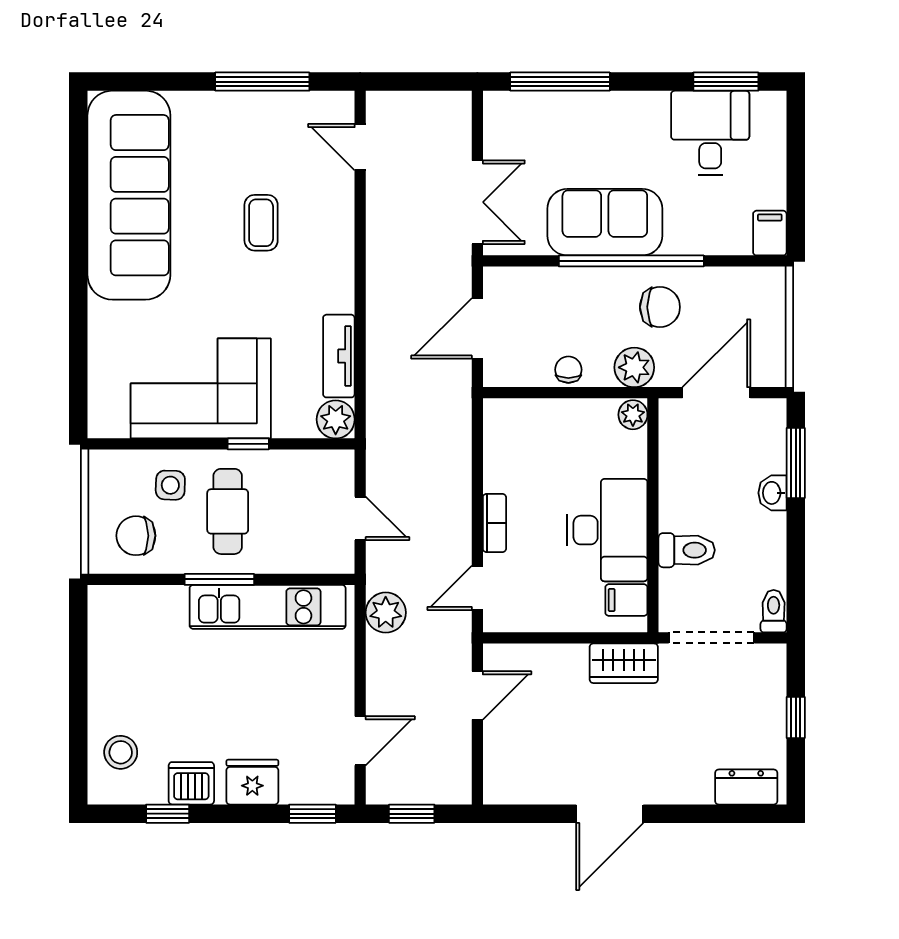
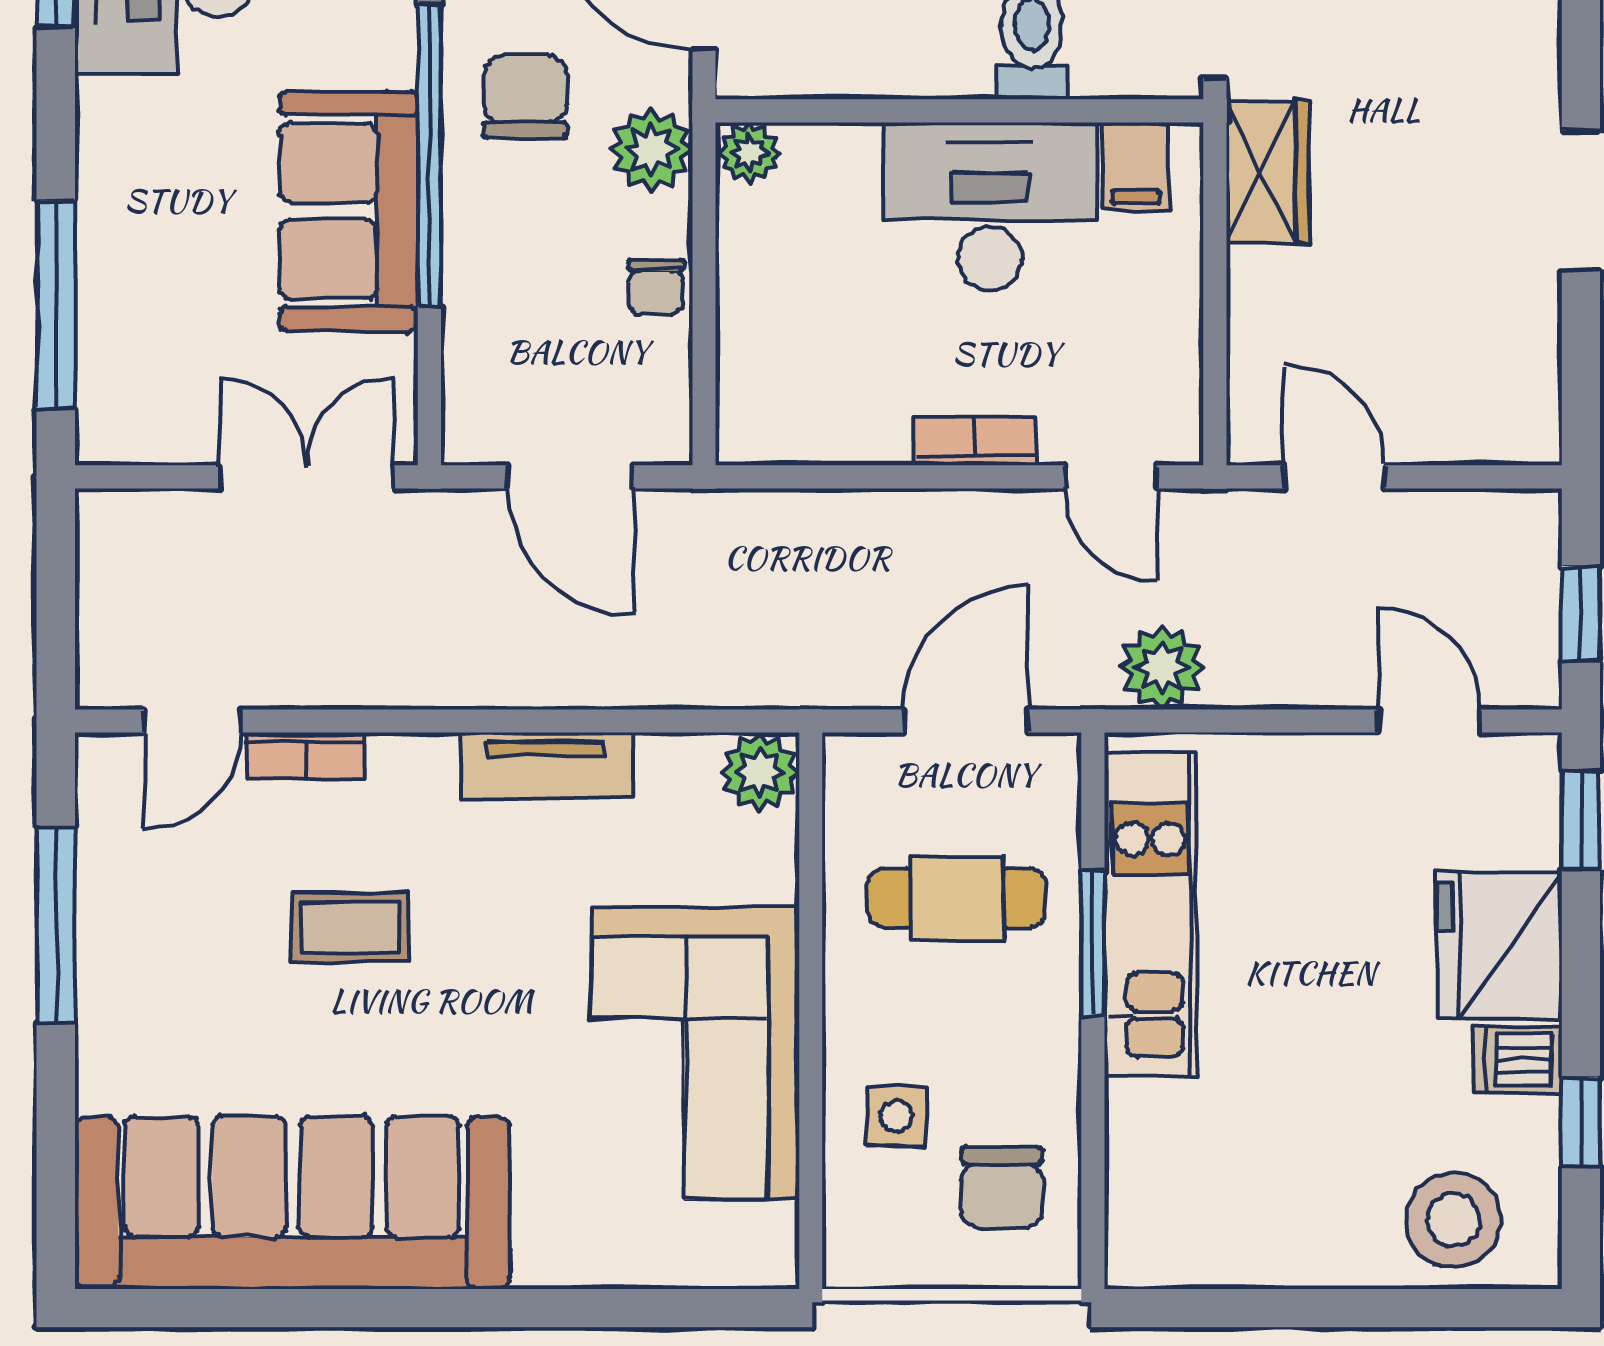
bookcase: (343, 202) -> (306, 756), added
tv unit: (339, 356) -> (546, 765), moved
chair: (568, 370) -> (656, 287), turned -90
window: (248, 444) -> (811, 954), removed
cafe table: (228, 511) -> (957, 898), moved
door: (360, 518) -> (966, 721), width x1.38
window: (219, 579) -> (1093, 943), moved
stool: (121, 752) -> (1453, 1220), width x1.38, depth x1.38
fridge: (252, 782) -> (1499, 945), width x1.36, depth x1.34
dishwasher: (191, 783) -> (1518, 1060), width x0.73

